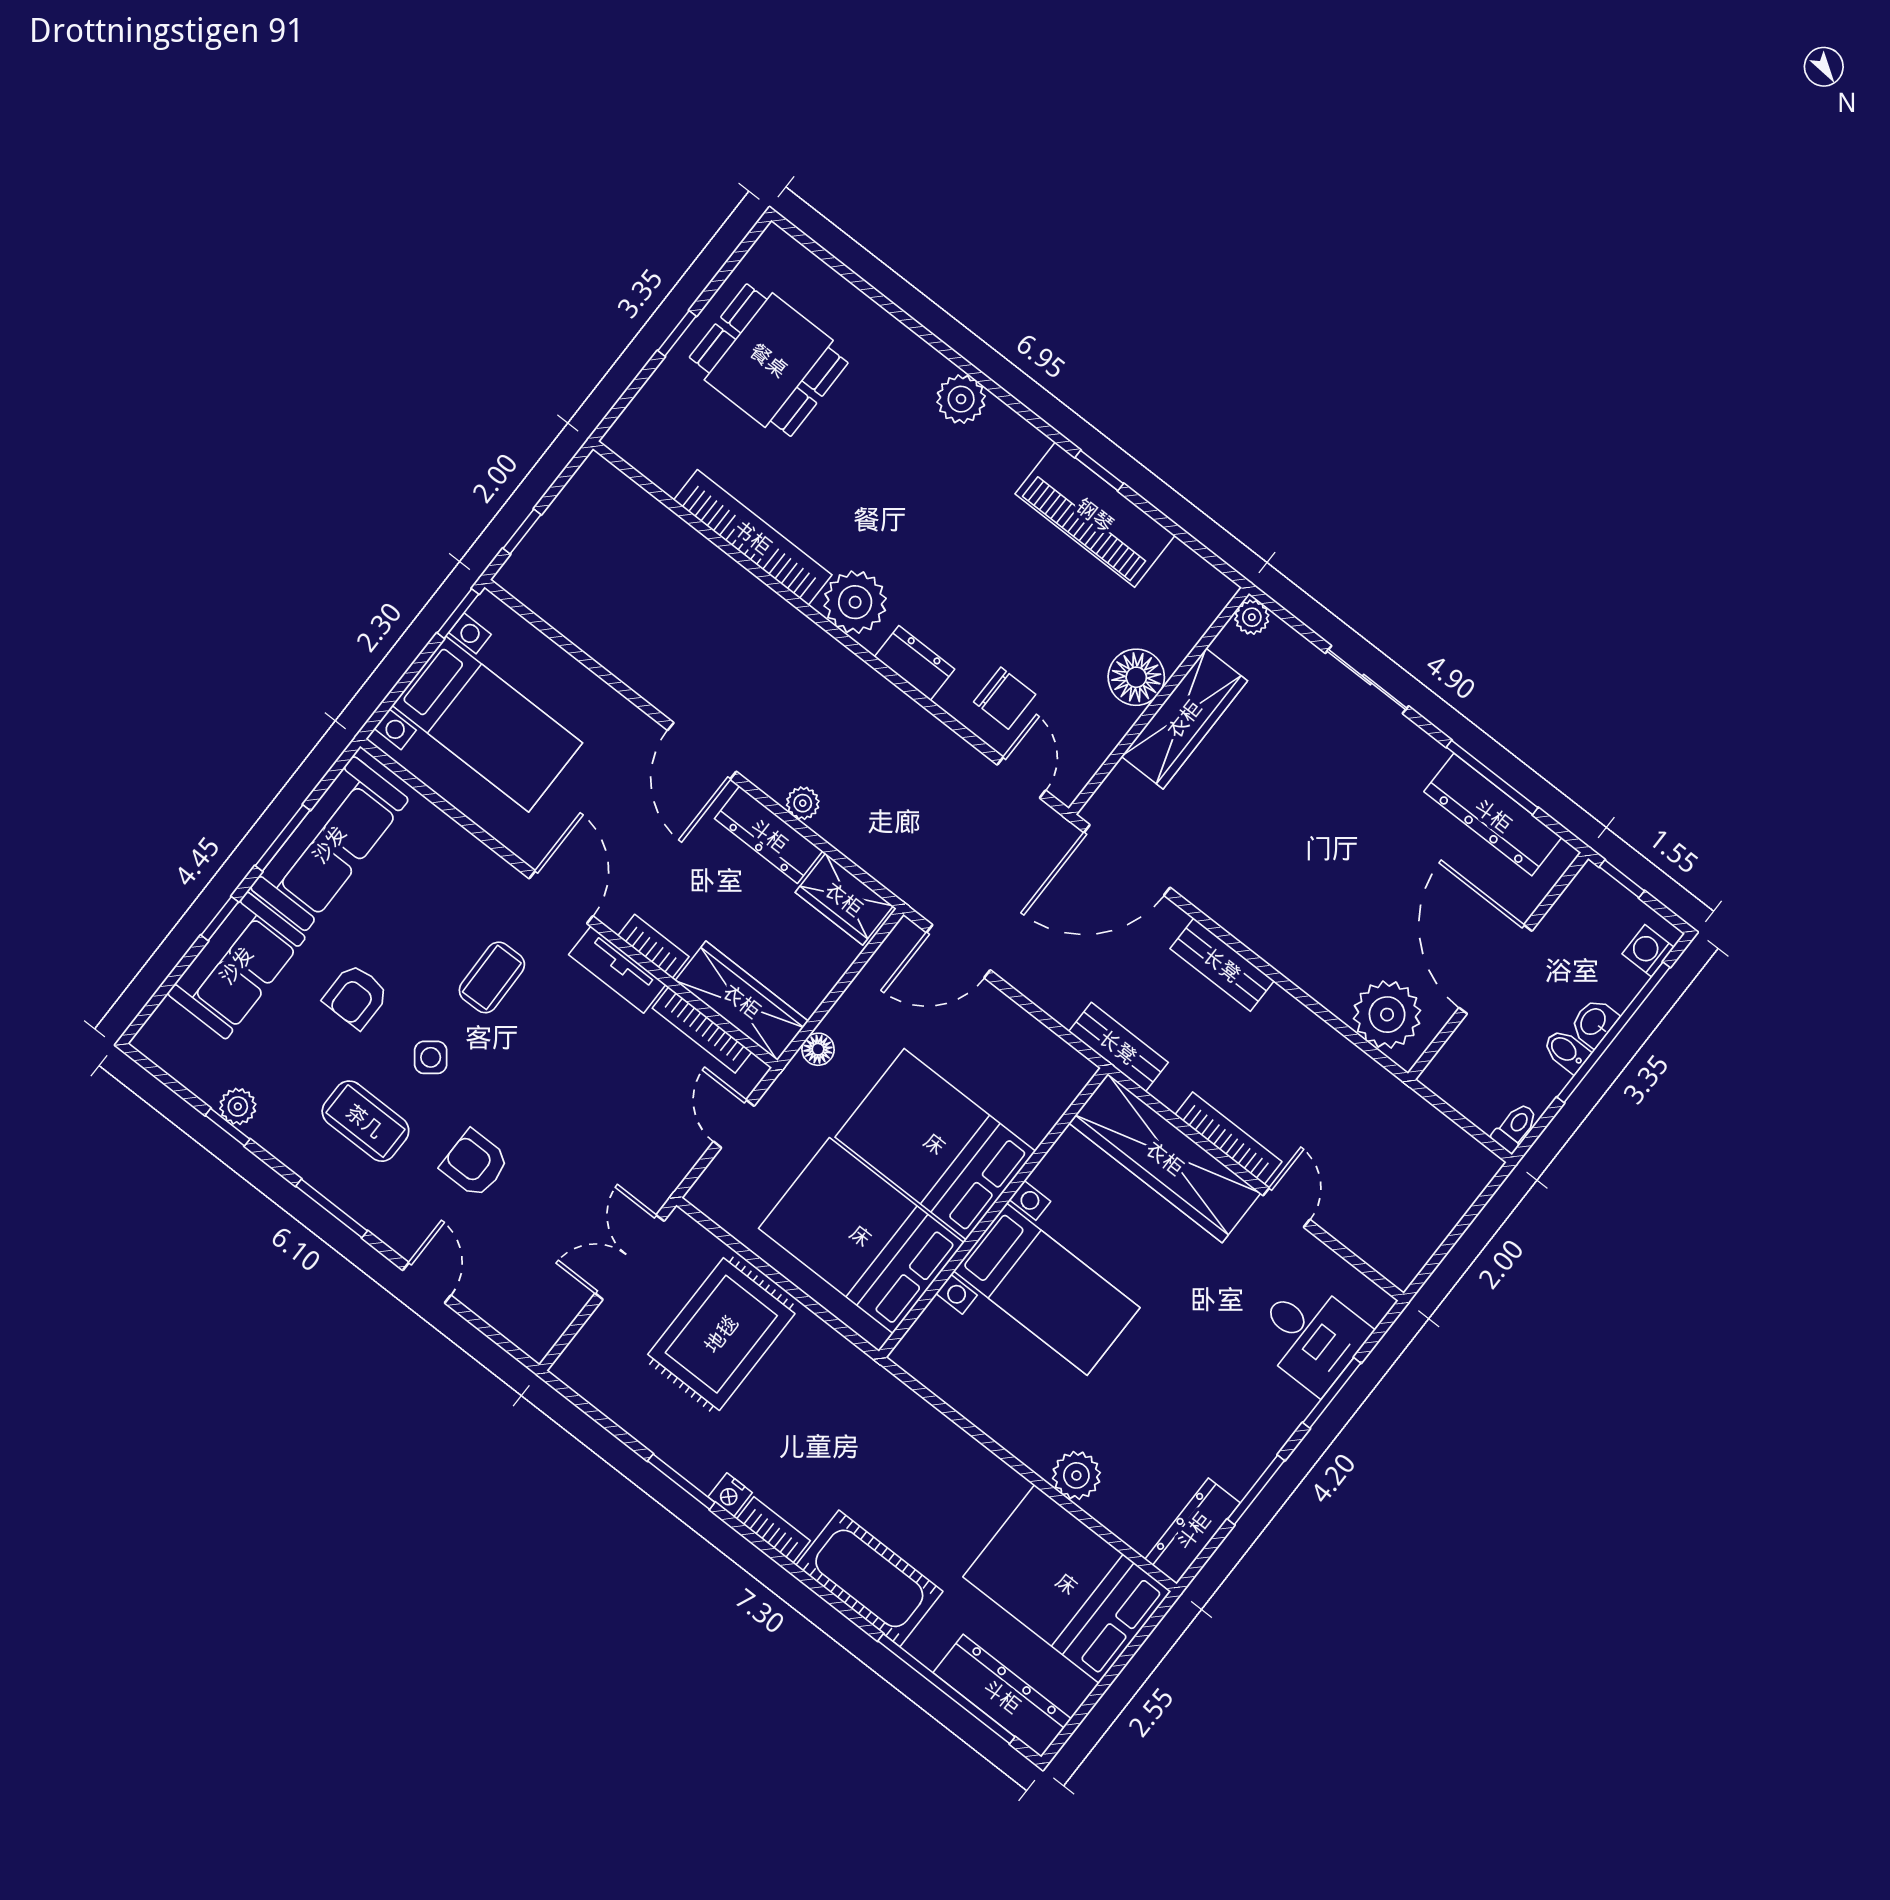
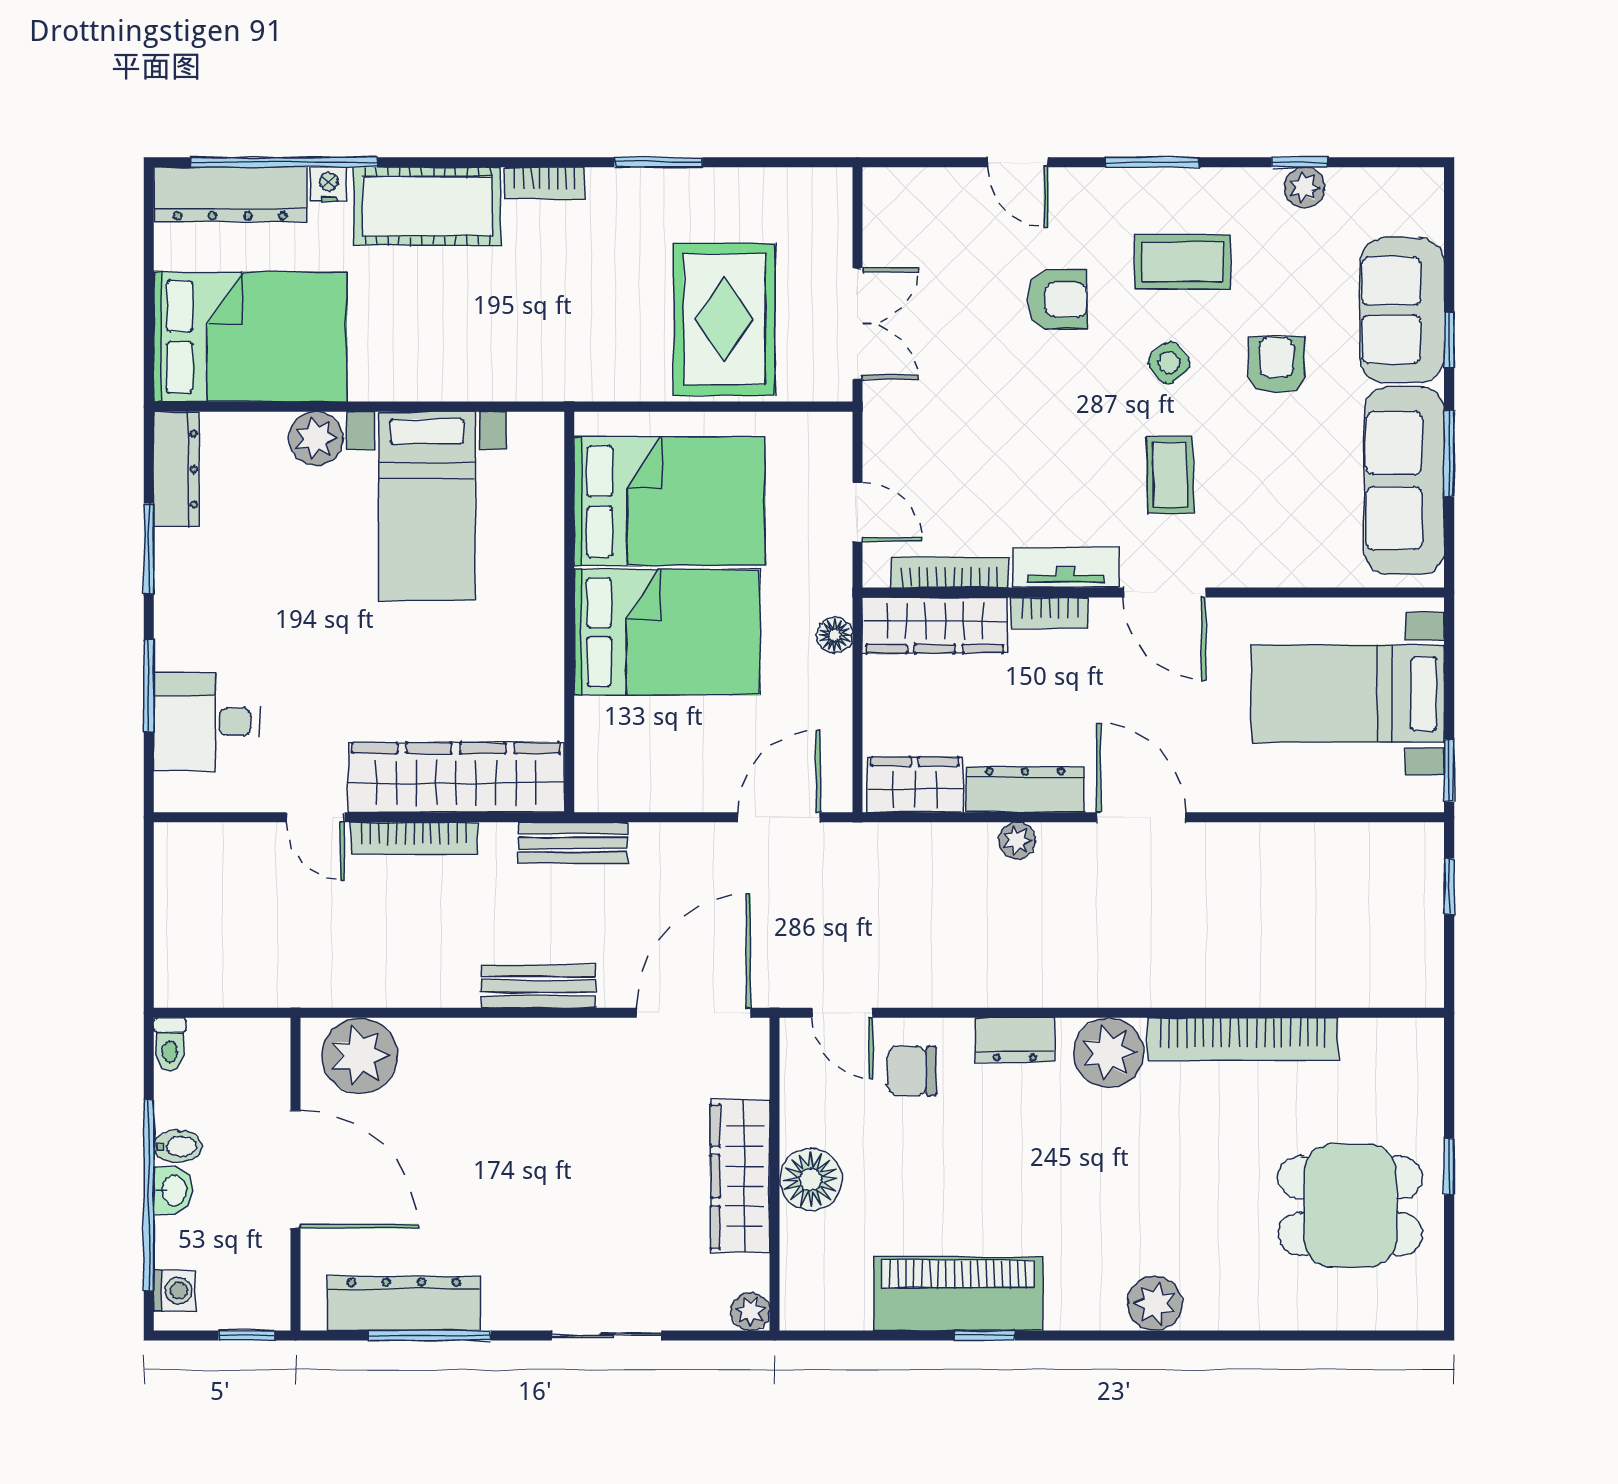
bed with nightstands: (1047, 1289) -> (427, 506), moved, turned -90
nightstand: (730, 1495) -> (329, 184), moved

